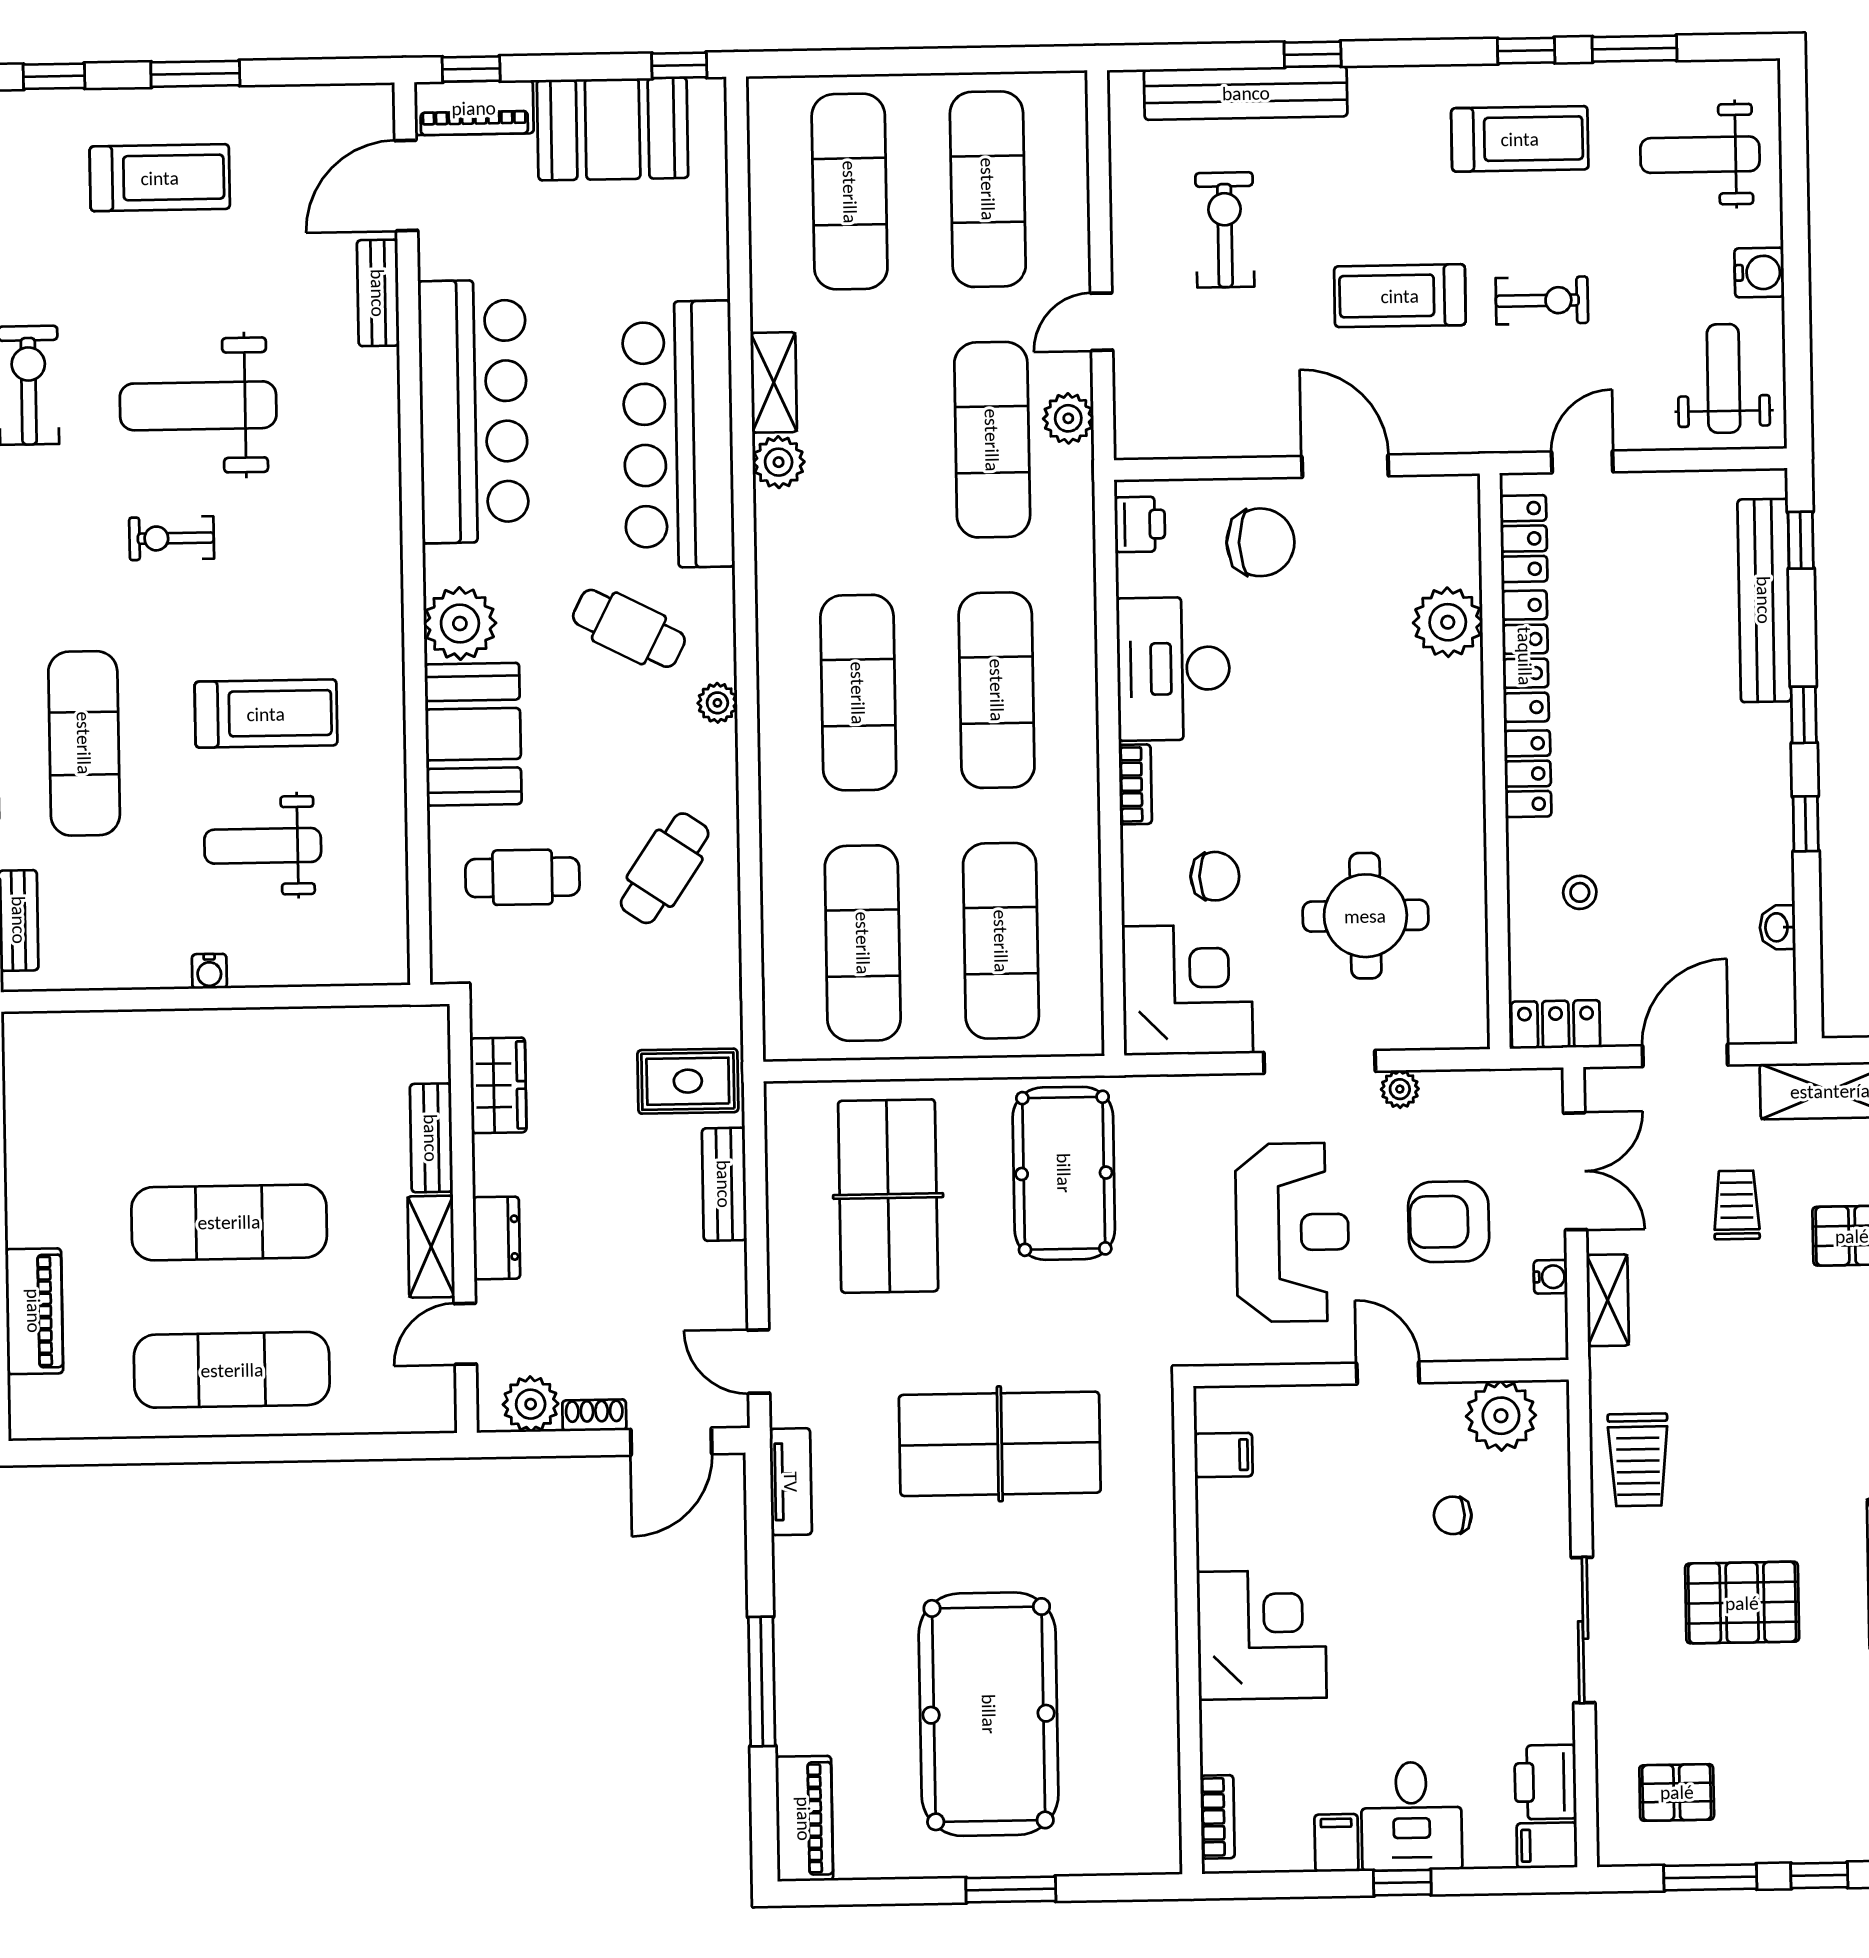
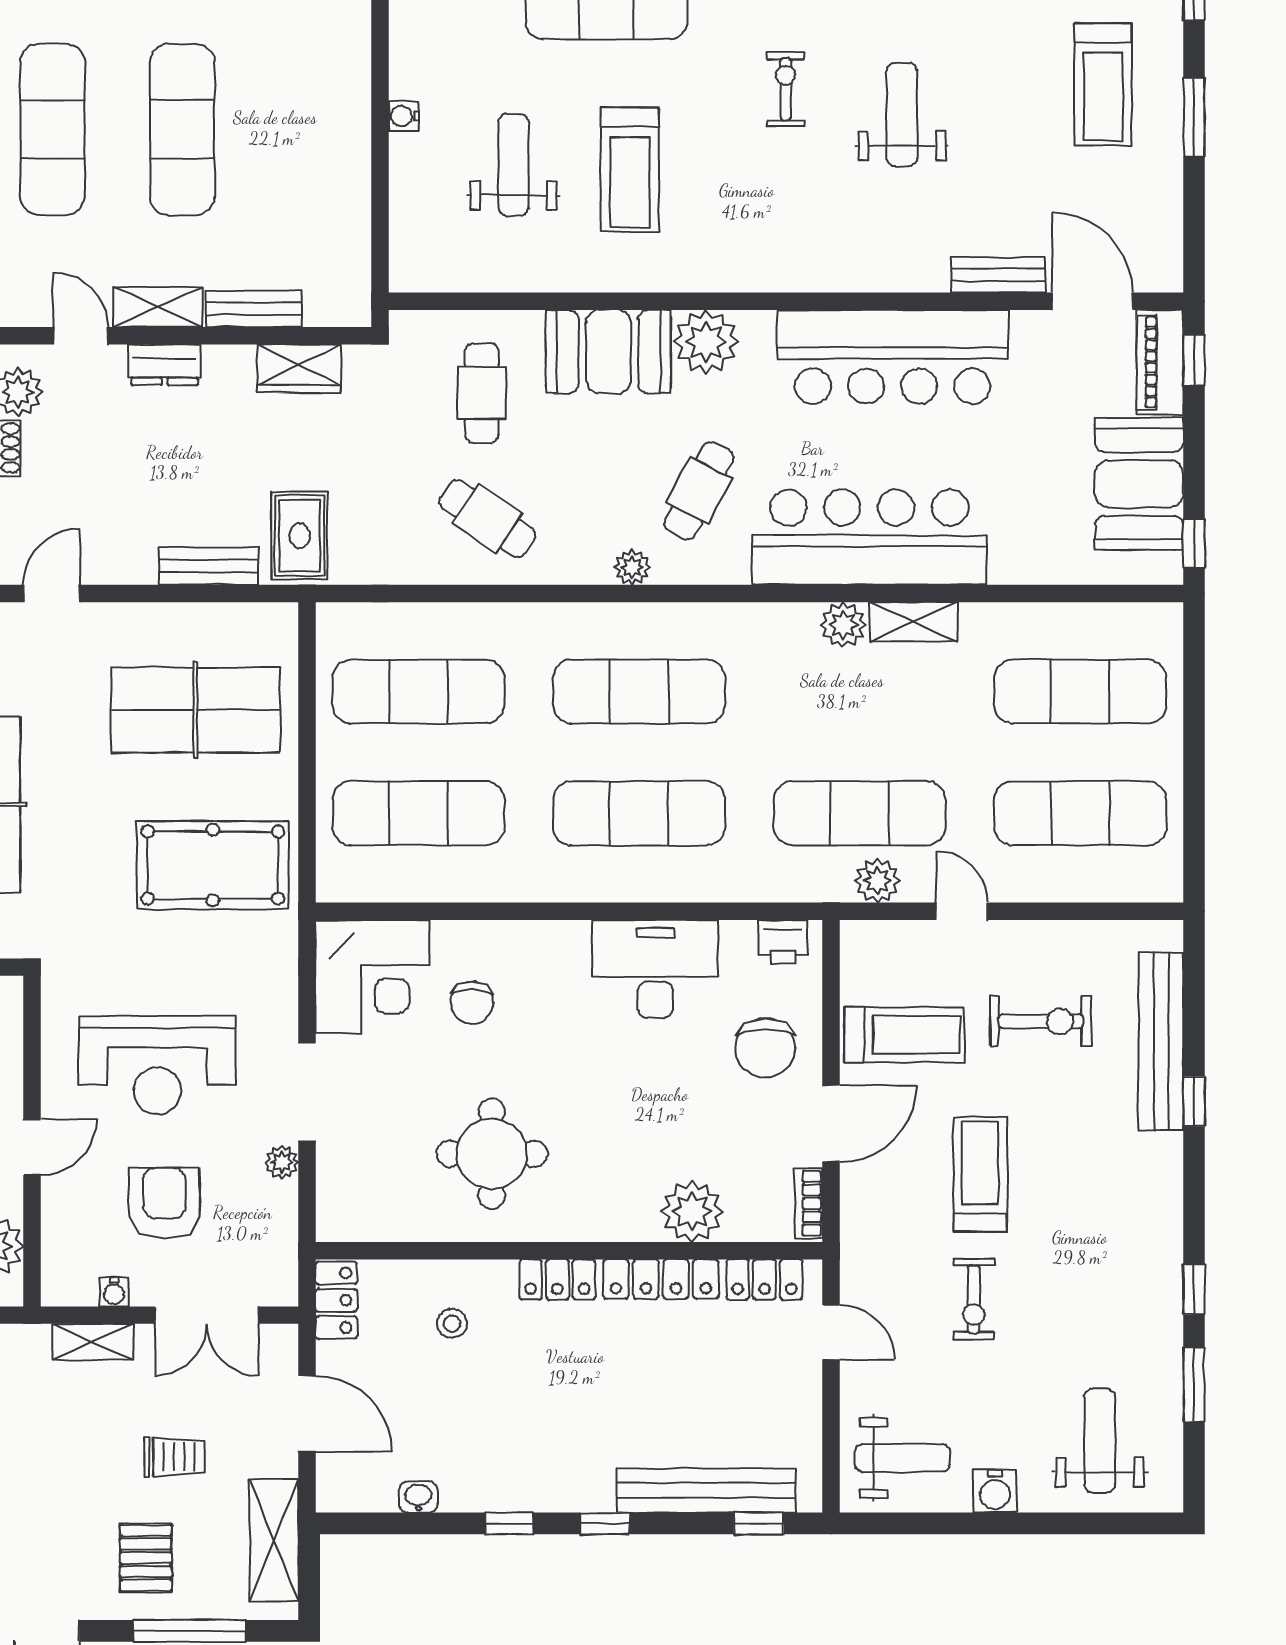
treadmill: (1520, 139) -> (904, 1035), moved, turned -90
weight bench: (198, 406) -> (902, 115), width x0.73, depth x0.75
bookcase: (1135, 784) -> (808, 1203), moved, turned 90
round table: (1365, 916) -> (492, 1154), moved

